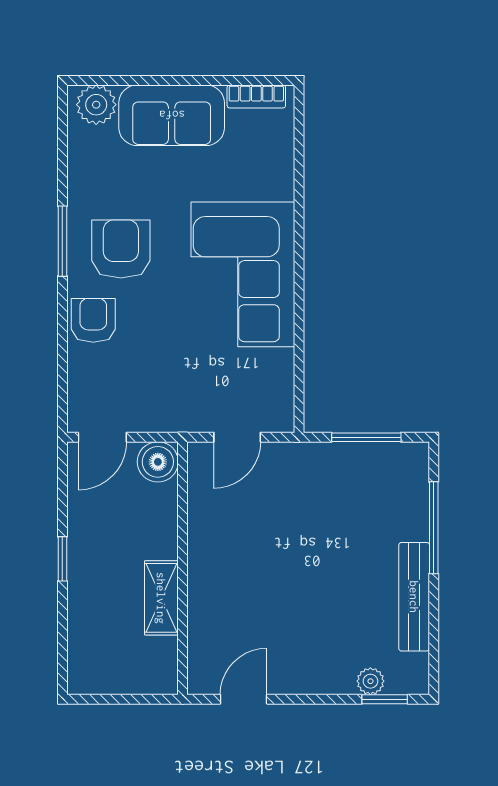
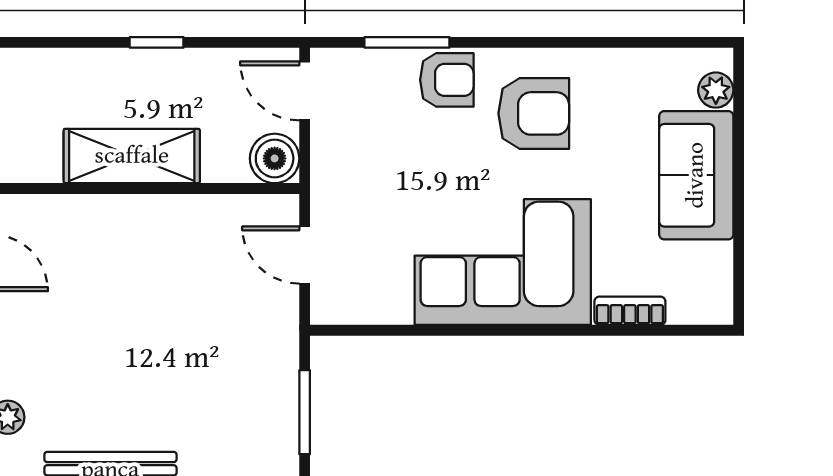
bookcase: (256, 96) -> (630, 311), moved, turned 90
plant: (96, 105) -> (716, 90), width x0.73, depth x0.73
window: (62, 241) -> (407, 42), moved
shelving: (161, 598) -> (132, 156), width x1.50, depth x1.33

